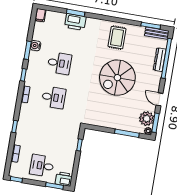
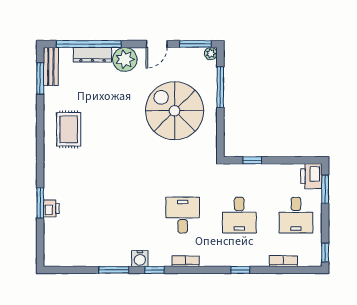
filing cabinet: (40, 15) -> (54, 259), removed
printer: (75, 22) -> (51, 208), width x0.53, depth x0.68
rug: (117, 38) -> (69, 129), turned 90
water cooler: (35, 46) -> (140, 259), moved
desk: (59, 63) -> (239, 215), moved, turned 180
spiral stairs: (117, 78) -> (175, 111), moved, turned 180
plant: (147, 119) -> (125, 59), moved

